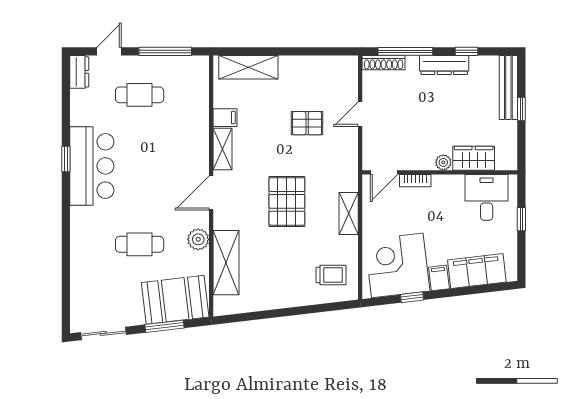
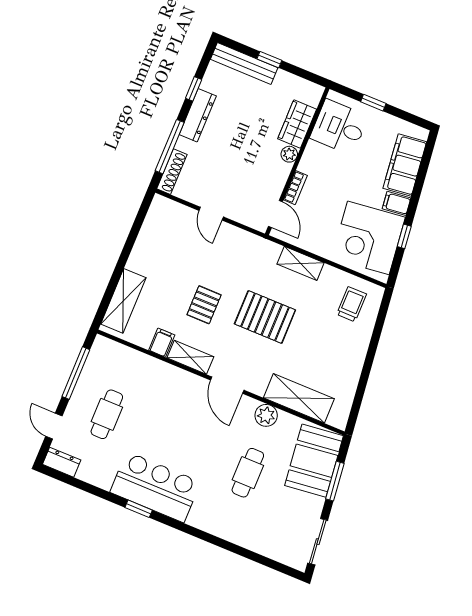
pallet: (307, 123) -> (204, 305), moved

